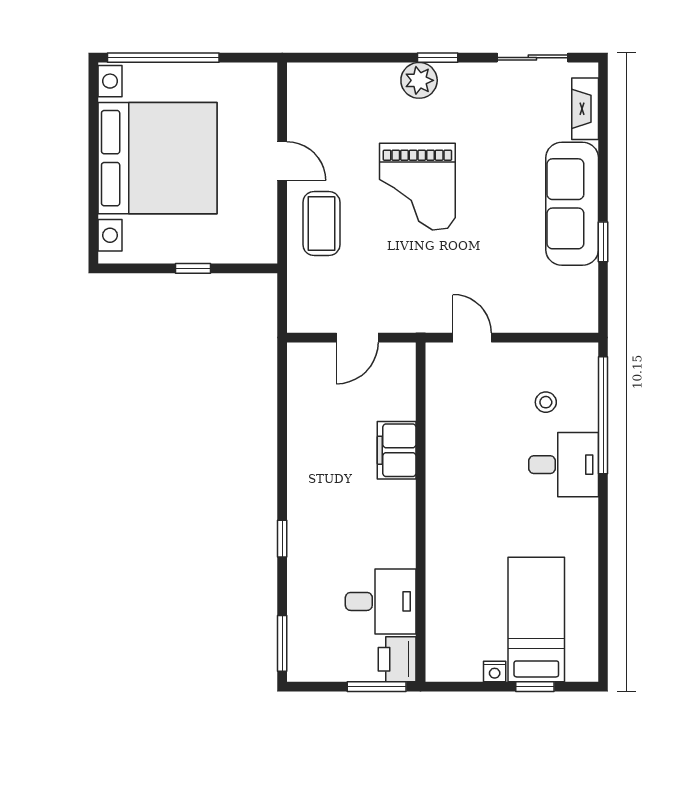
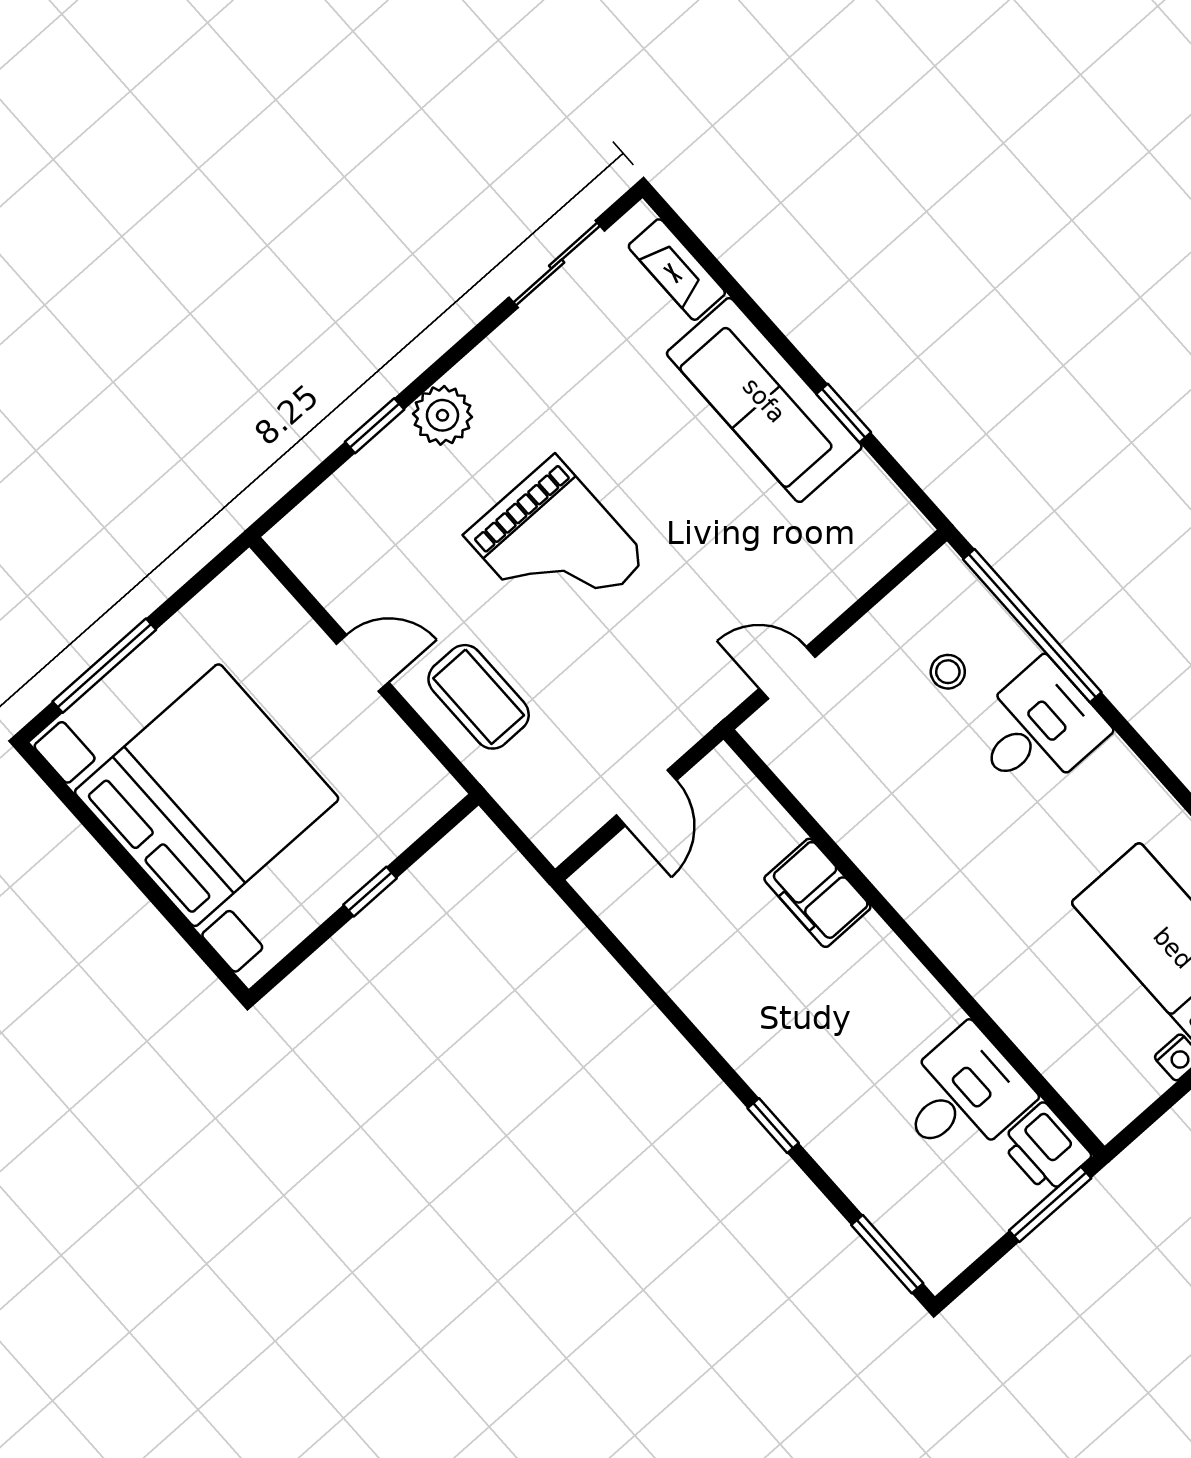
window: (163, 58) -> (104, 666), width x0.68
window: (438, 58) -> (375, 426), moved

